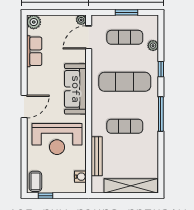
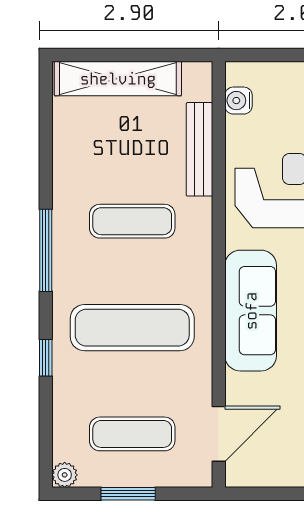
plant: (81, 20) -> (237, 476), removed
plant: (153, 46) -> (65, 475), moved

